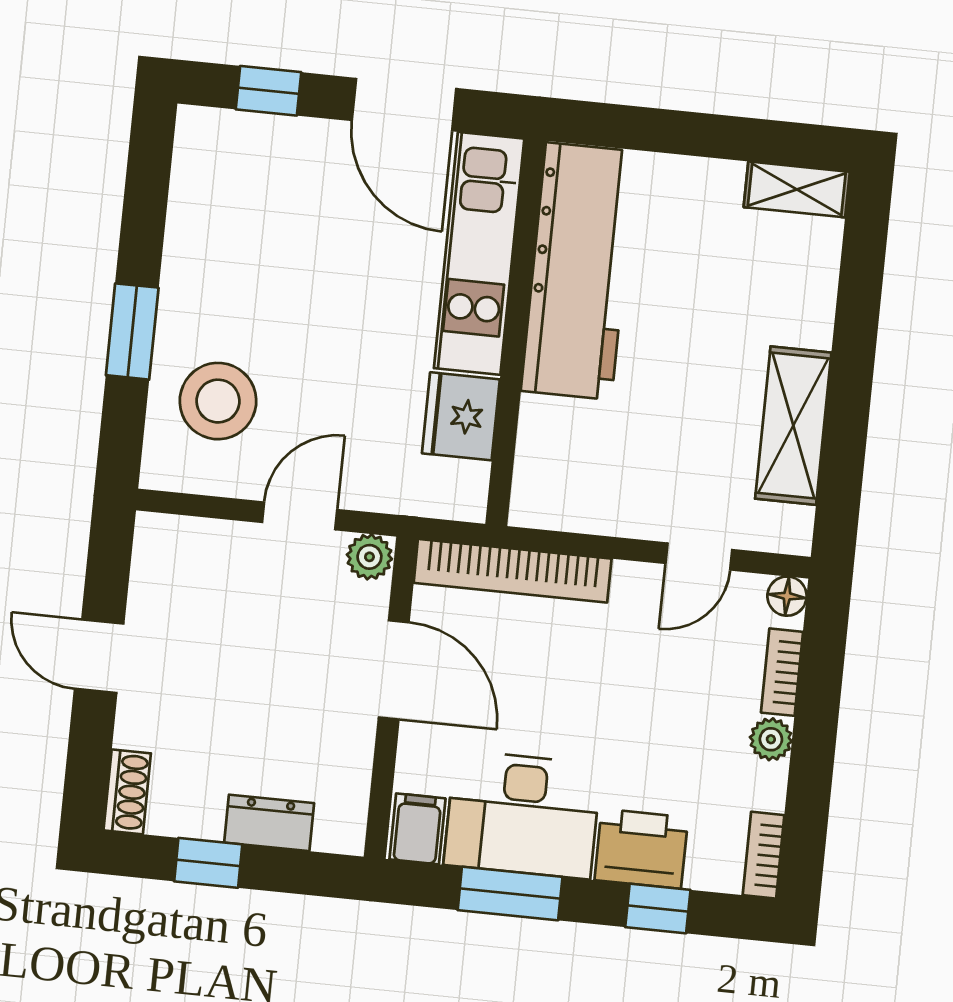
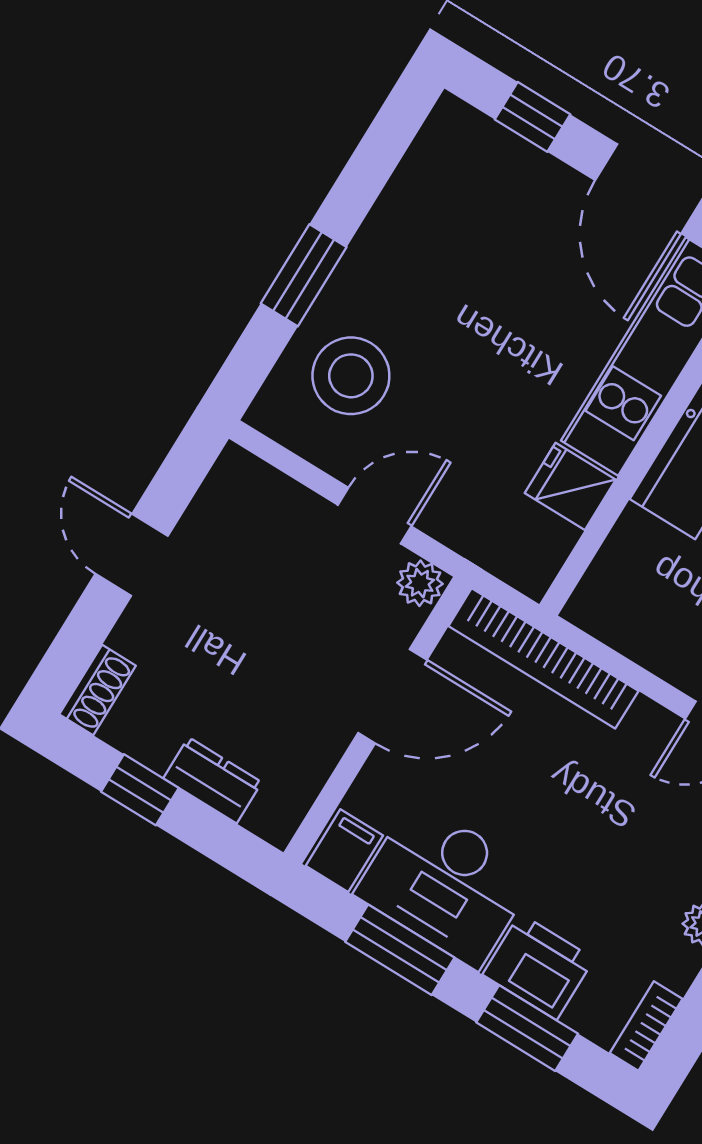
fridge: (461, 416) -> (570, 486), width x0.72
door: (394, 670) -> (392, 696), hinge flipped
window: (658, 908) -> (527, 1028), width x1.50

